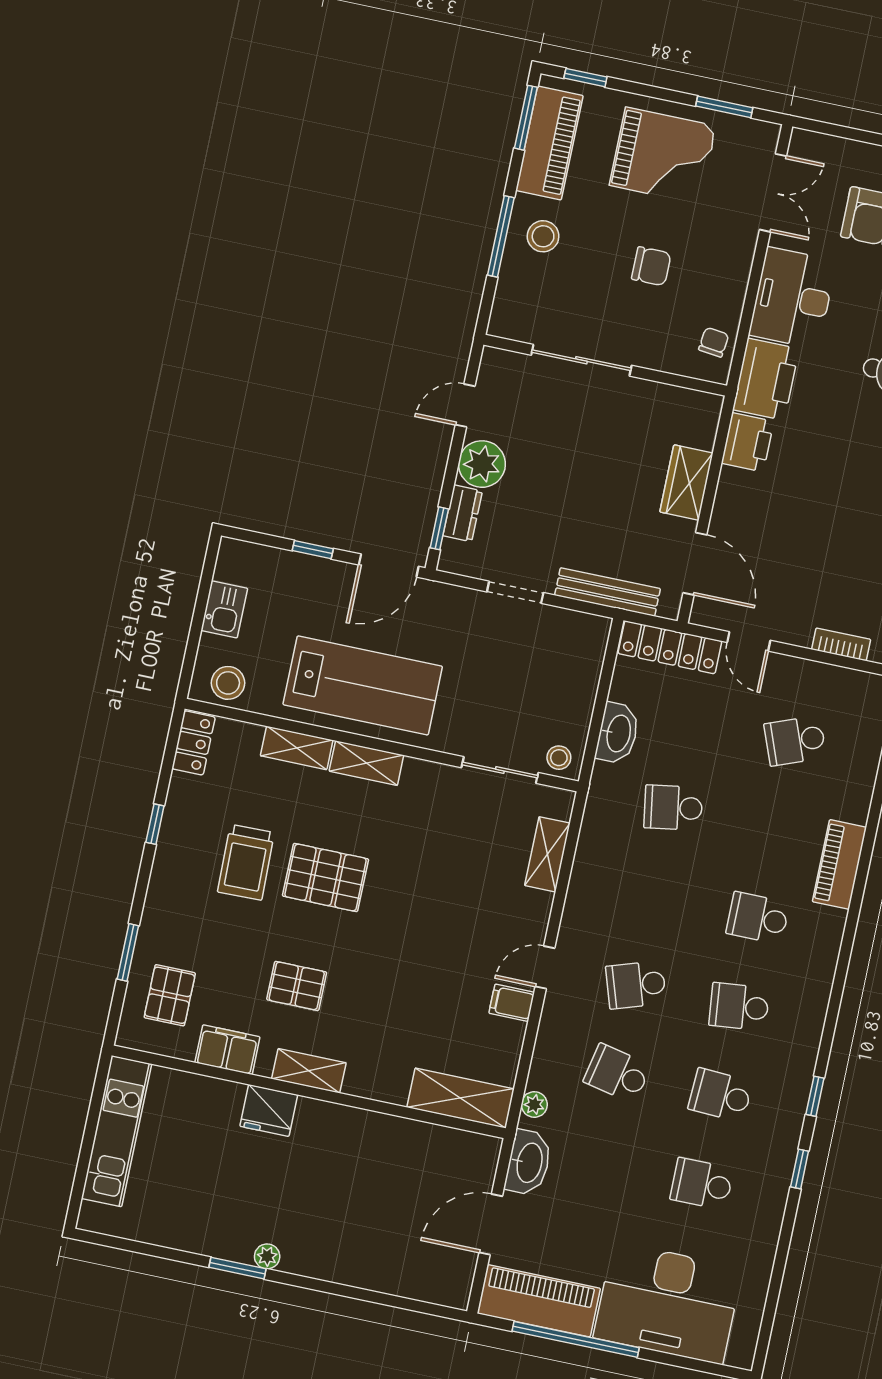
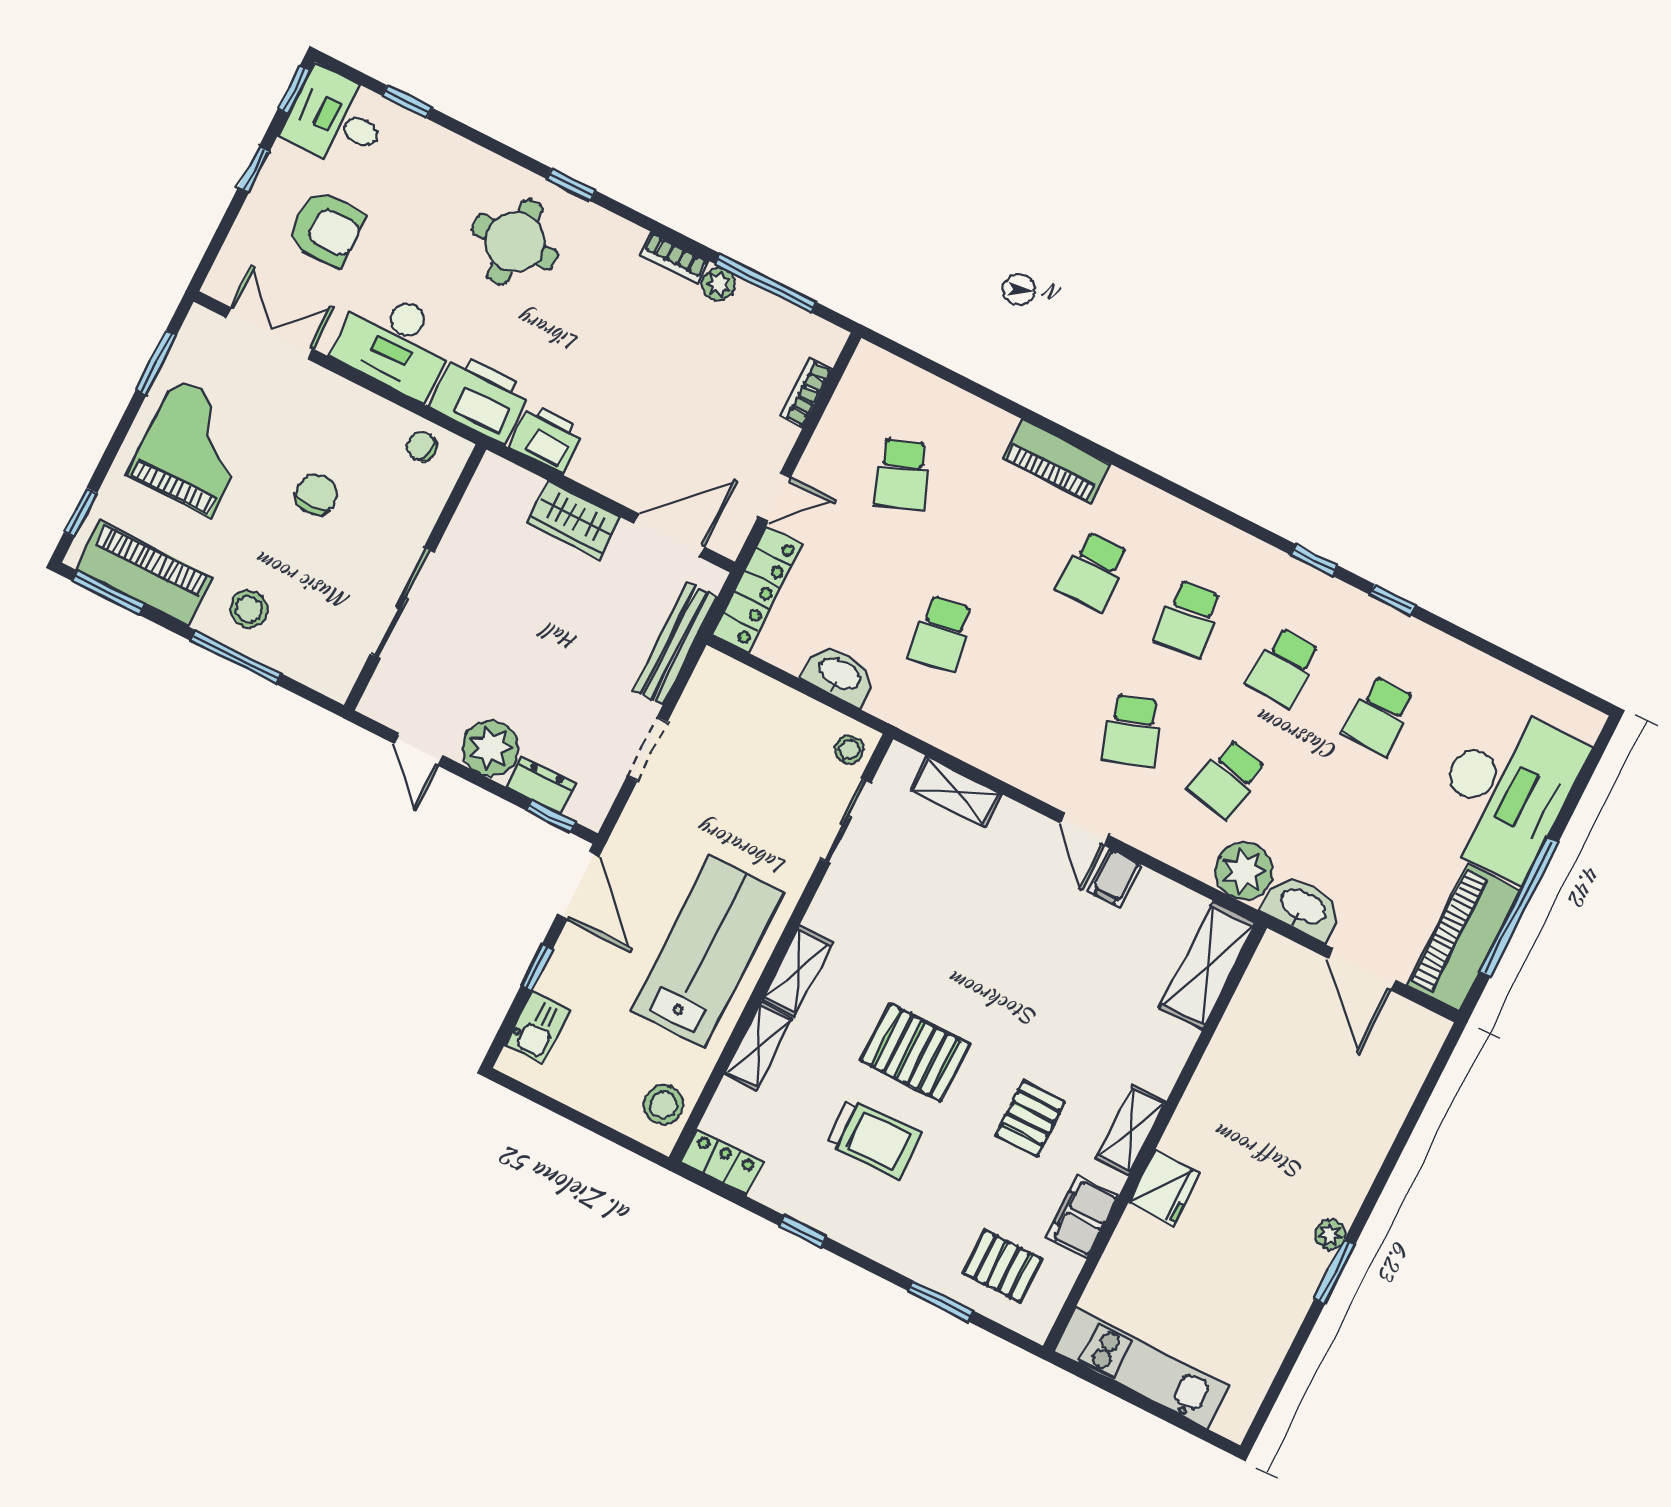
kitchen sink: (224, 609) -> (537, 1028), moved, turned 90
pallet: (325, 877) -> (915, 1052), turned 90
plant: (534, 1104) -> (1244, 871), width x1.87, depth x1.87

